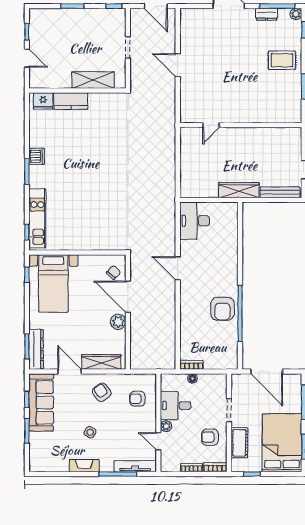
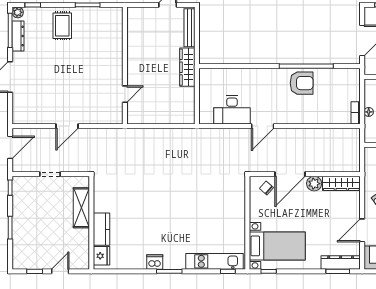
dresser: (267, 14) -> (18, 36), width x1.44
door: (211, 125) -> (125, 94), hinge flipped
desk: (195, 221) -> (232, 110), moved
wardrobe: (101, 362) -> (341, 183), moved, turned -90

